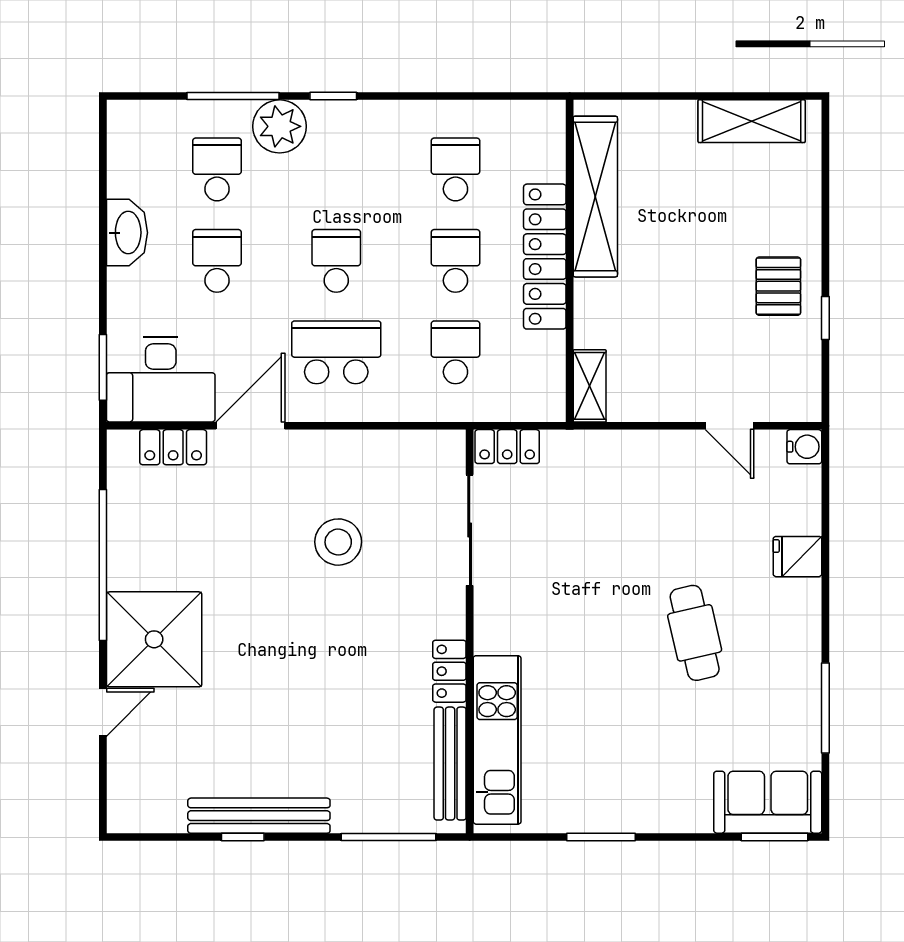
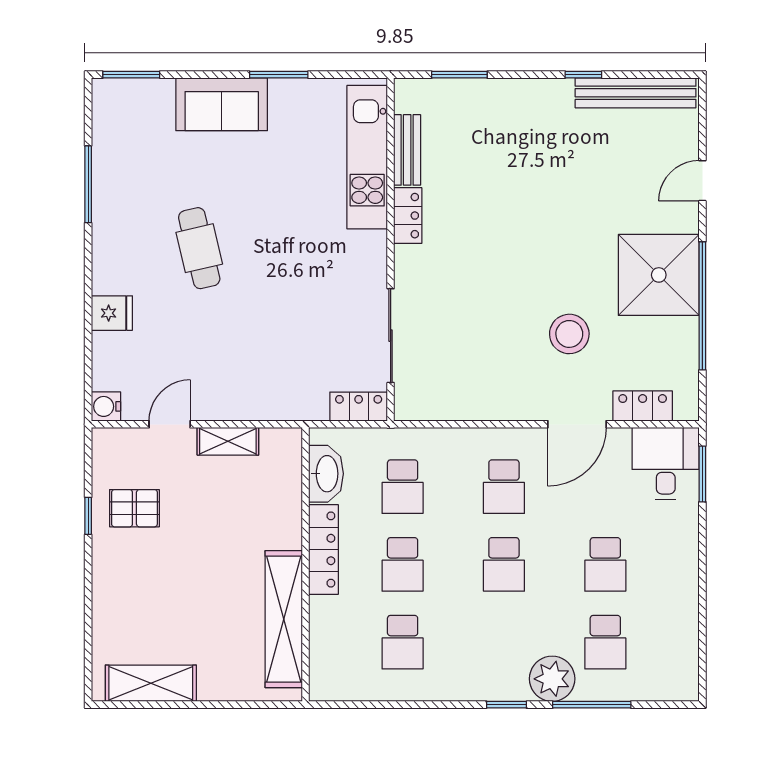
washbasin: (127, 233) -> (326, 474), moved, turned 180
locker: (545, 257) -> (323, 550), width x0.71, depth x0.83
pallet: (778, 286) -> (134, 508), moved, turned 90
school desk: (336, 352) -> (504, 487), width x0.54
desk: (161, 379) -> (666, 464), width x0.73
shelving: (590, 386) -> (228, 441), moved, turned 90
door: (729, 426) -> (170, 424), hinge flipped
stool: (338, 542) -> (569, 334), moved
shower: (154, 639) -> (659, 275), moved
bench: (450, 764) -> (407, 150), width x0.73
sofa: (768, 802) -> (222, 104), moved
bench: (259, 816) -> (636, 93), moved
window: (389, 837) -> (459, 75), width x0.69

